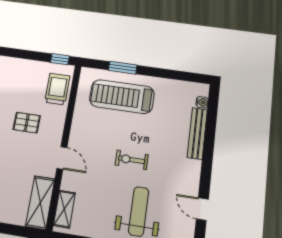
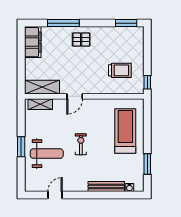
window: (123, 68) -> (147, 164), moved
trolley: (57, 89) -> (120, 70), moved
pallet: (27, 123) -> (96, 67), removed

